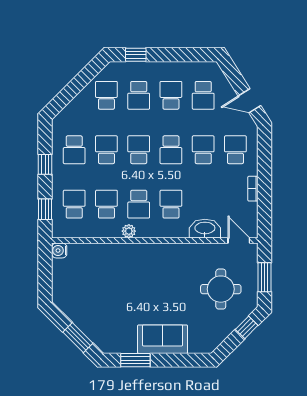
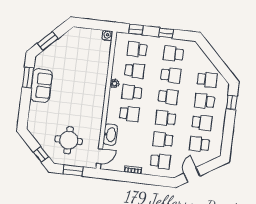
school desk: (203, 150) -> (163, 140), turned 180
school desk: (74, 204) -> (137, 49), turned 180
sofa: (163, 339) -> (41, 85), moved

